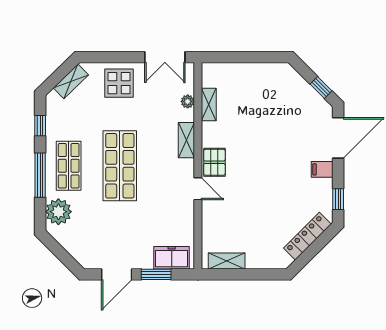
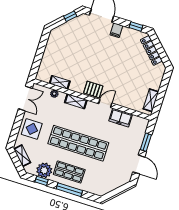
shop shelf: (120, 166) -> (78, 143), width x1.40
plant: (58, 212) -> (44, 170), moved
freezer: (172, 258) -> (121, 118), moved, turned -90

